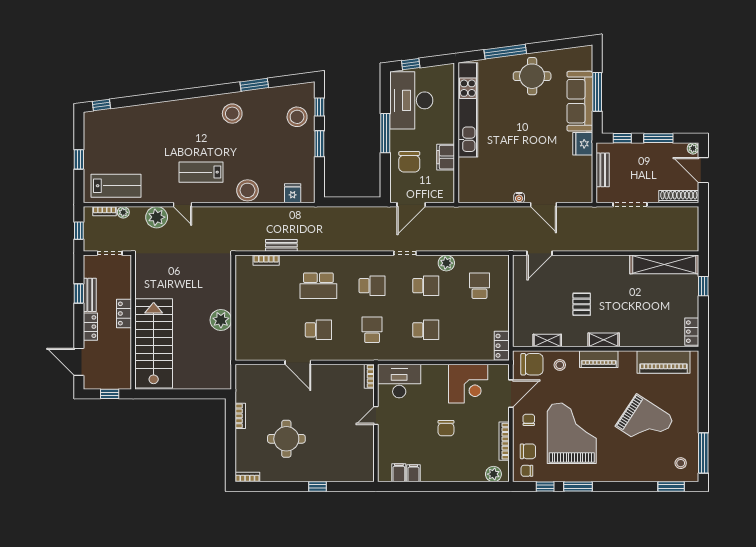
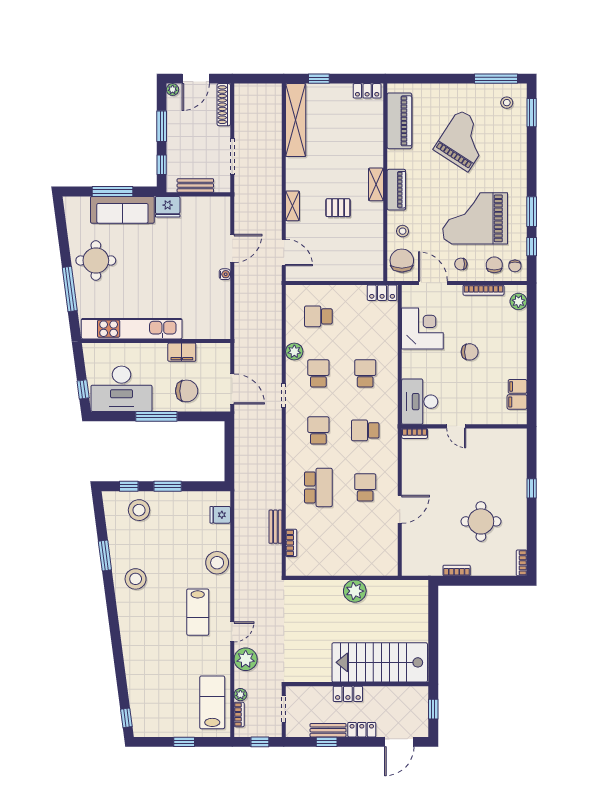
shelving: (547, 341) -> (292, 206), moved

